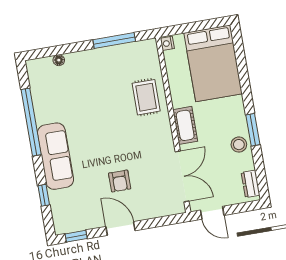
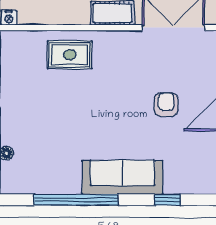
armchair: (120, 181) -> (166, 105), turned -90

